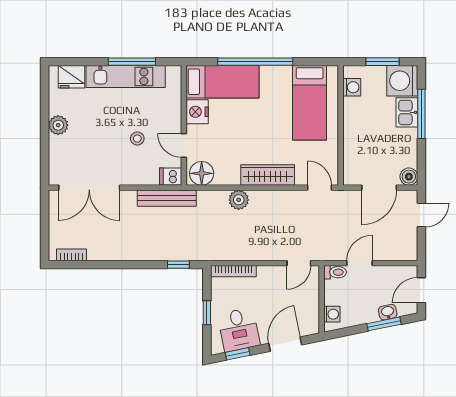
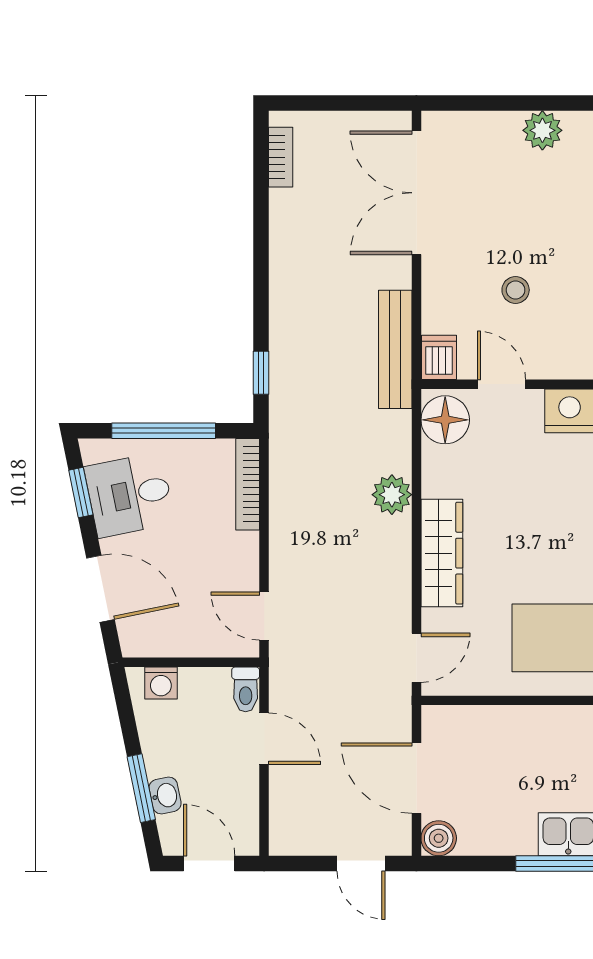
door: (184, 145) -> (501, 384), hinge flipped
window: (207, 313) -> (164, 431), width x2.17

